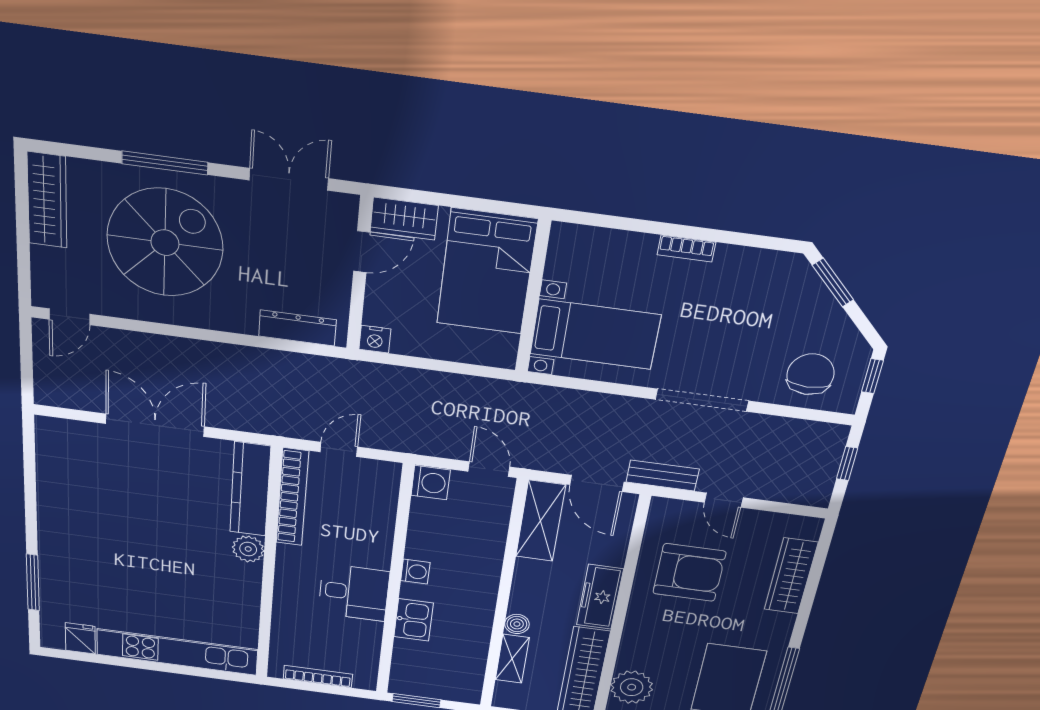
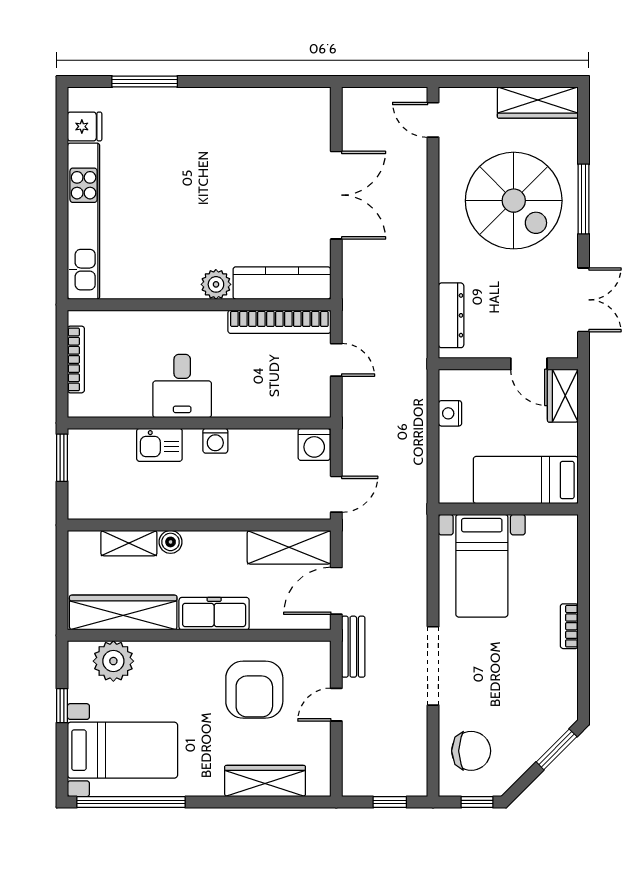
bed: (487, 272) -> (526, 480), width x0.67
nightstand: (375, 339) -> (450, 413), moved

